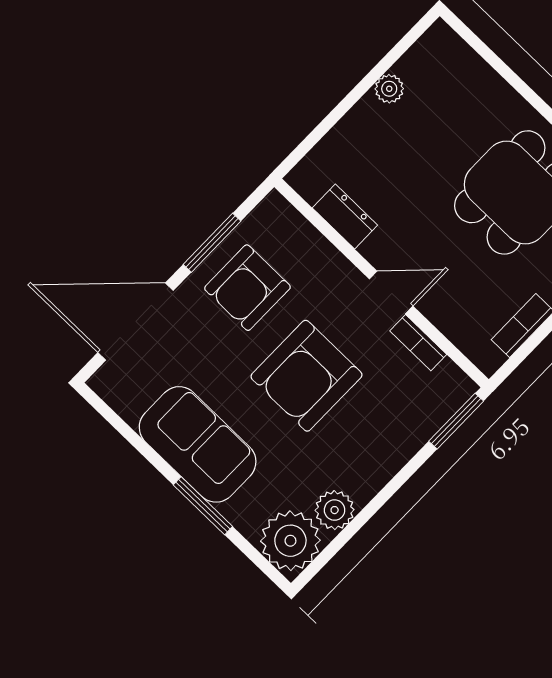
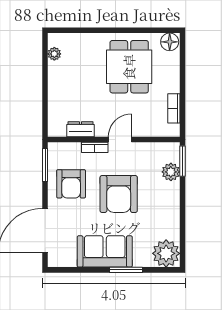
plant: (389, 89) -> (54, 54), moved
window: (212, 243) -> (45, 165), moved
bookcase: (418, 343) -> (95, 147), moved
plant: (335, 510) -> (171, 172), moved

